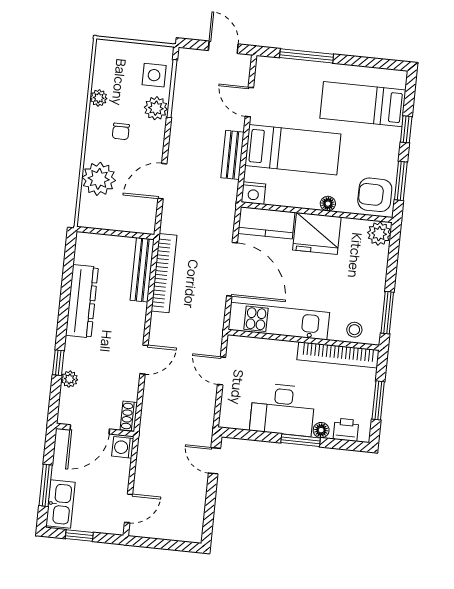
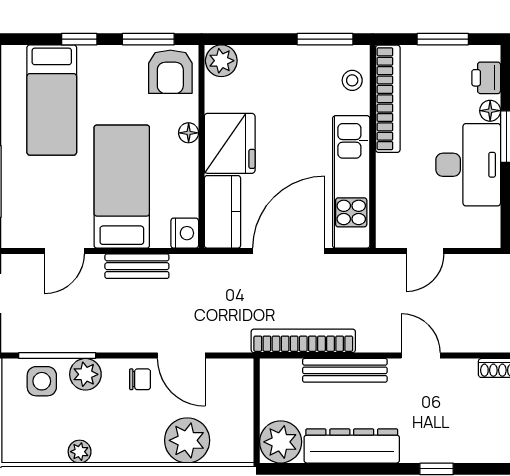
chair: (121, 131) -> (140, 379), moved
bench: (142, 270) -> (345, 370), moved
plant: (69, 379) -> (281, 442), moved, width x1.88, depth x1.88

